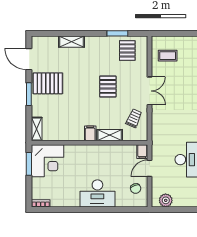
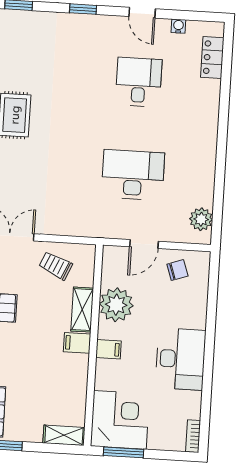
filing cabinet: (142, 152) -> (108, 349), moved
plant: (114, 155) -> (116, 305), added
door: (149, 168) -> (144, 244), hinge flipped
desk: (97, 193) -> (180, 359), moved

